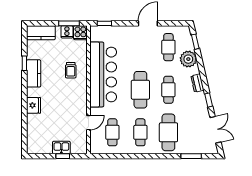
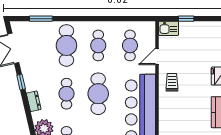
trolley: (71, 70) -> (172, 82), moved
kitchen sink: (61, 147) -> (168, 28), moved

